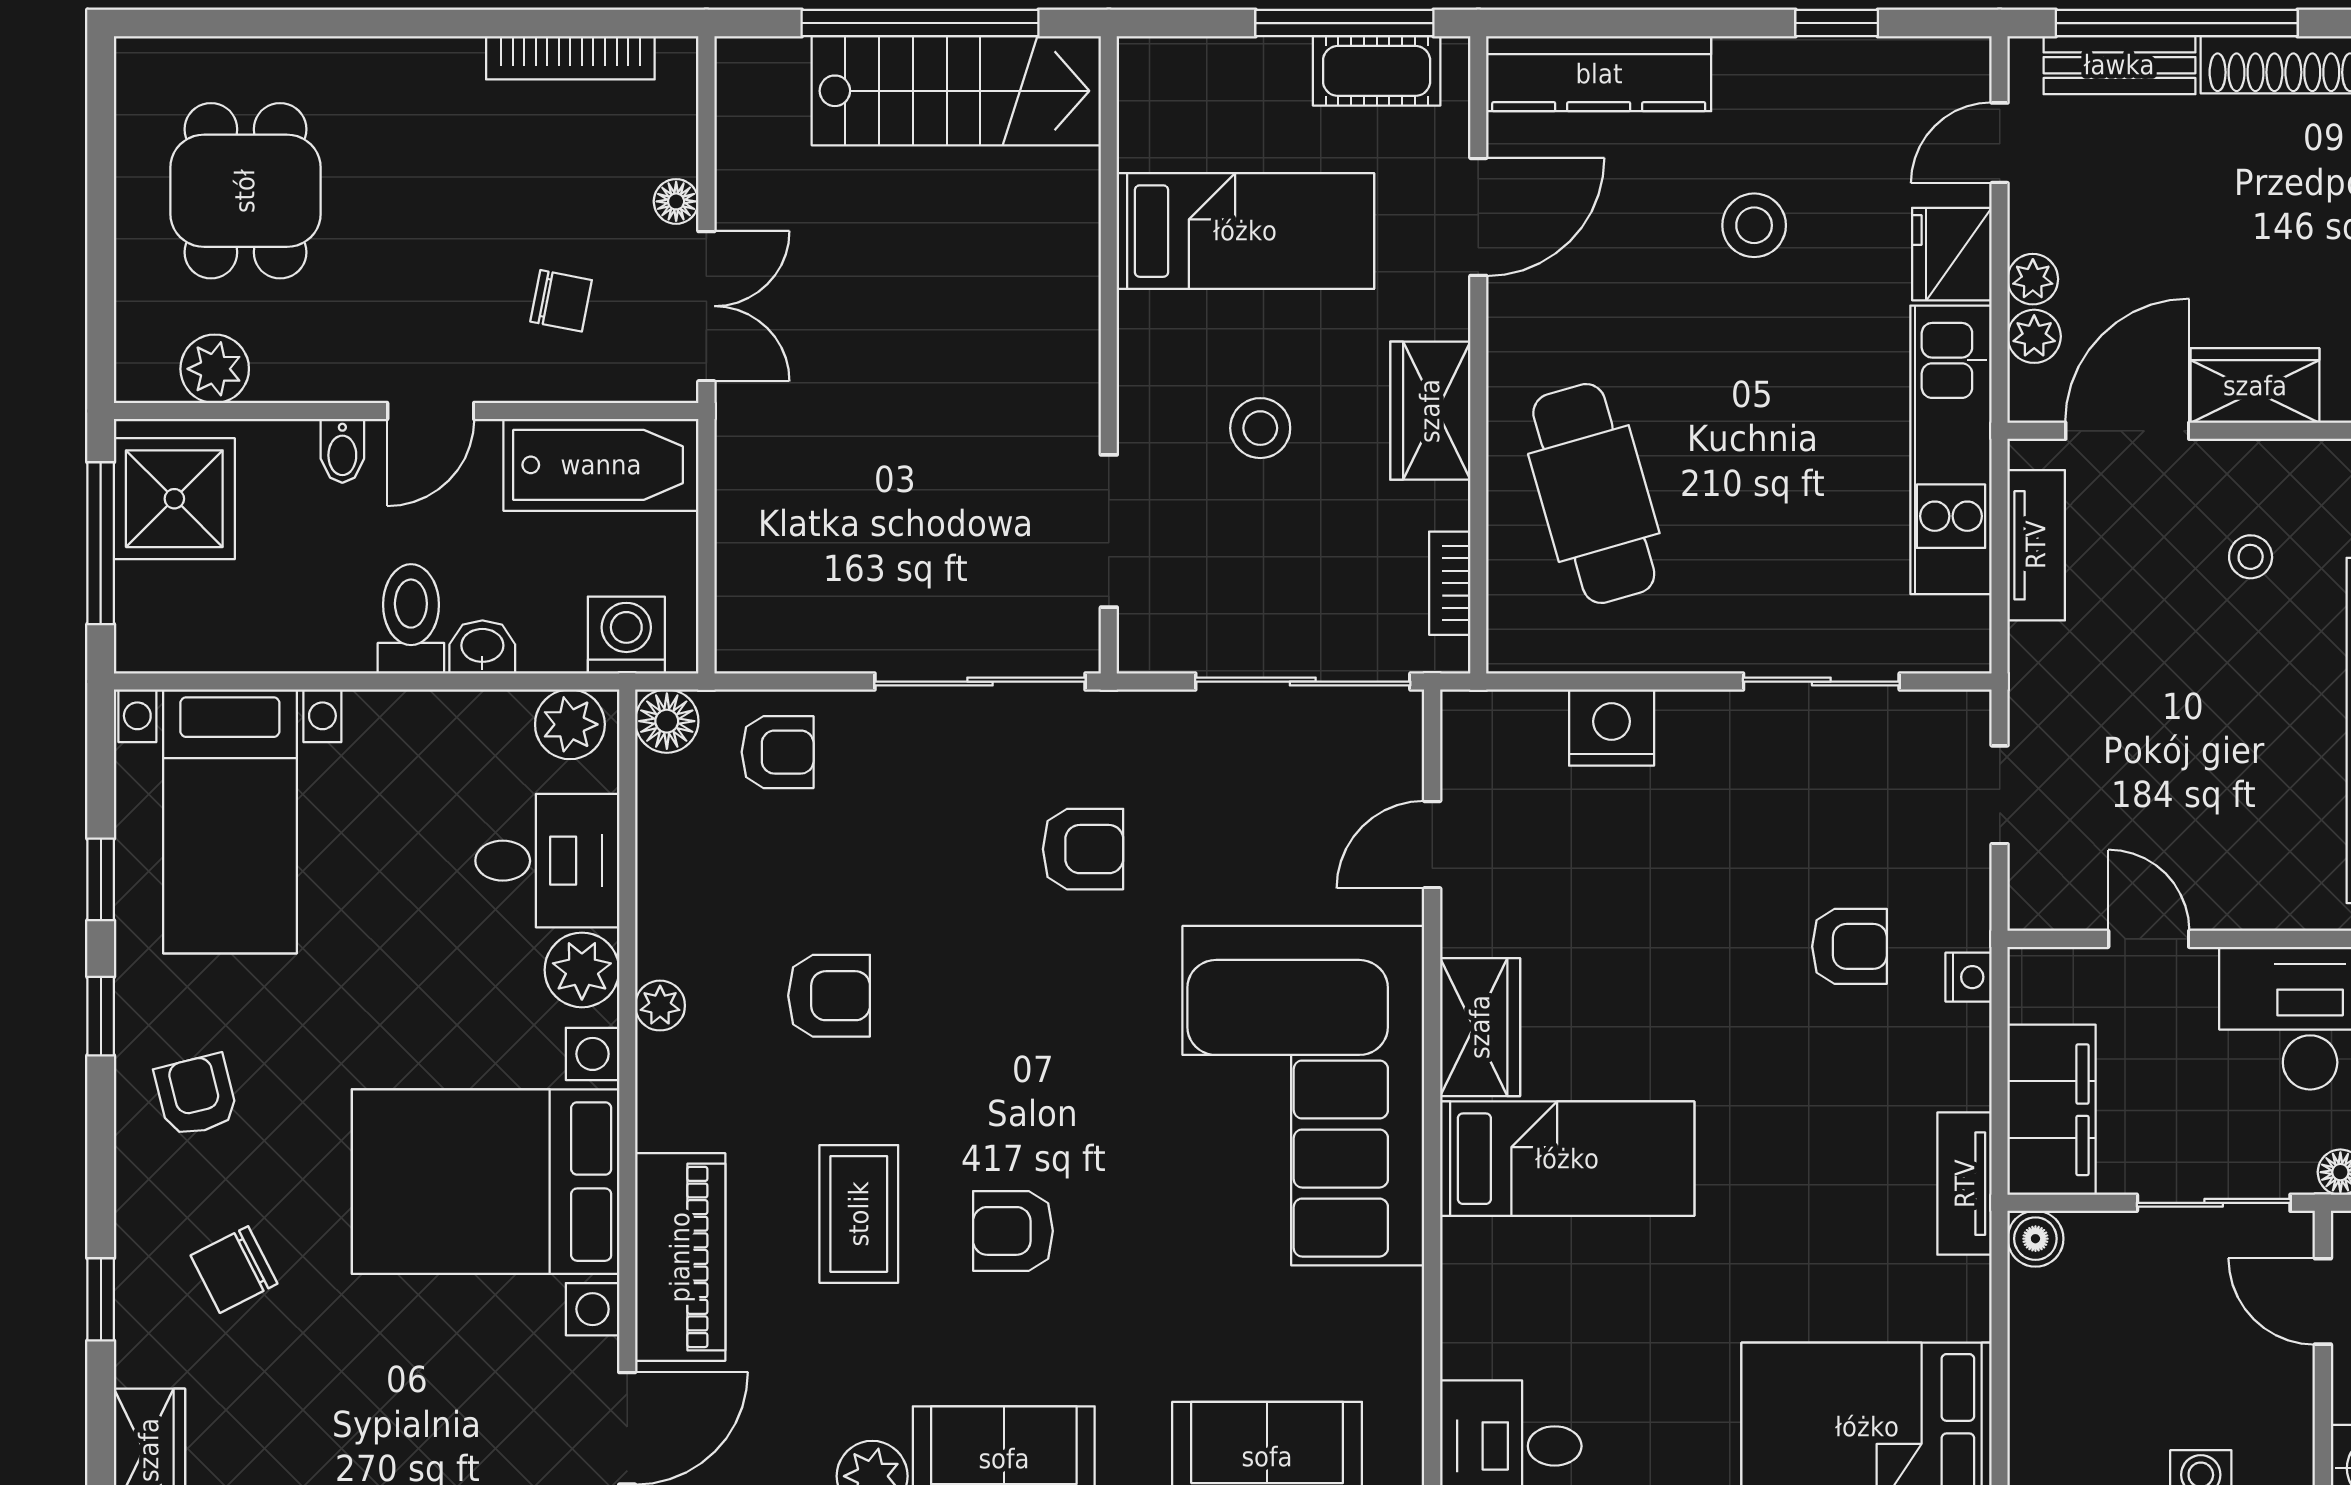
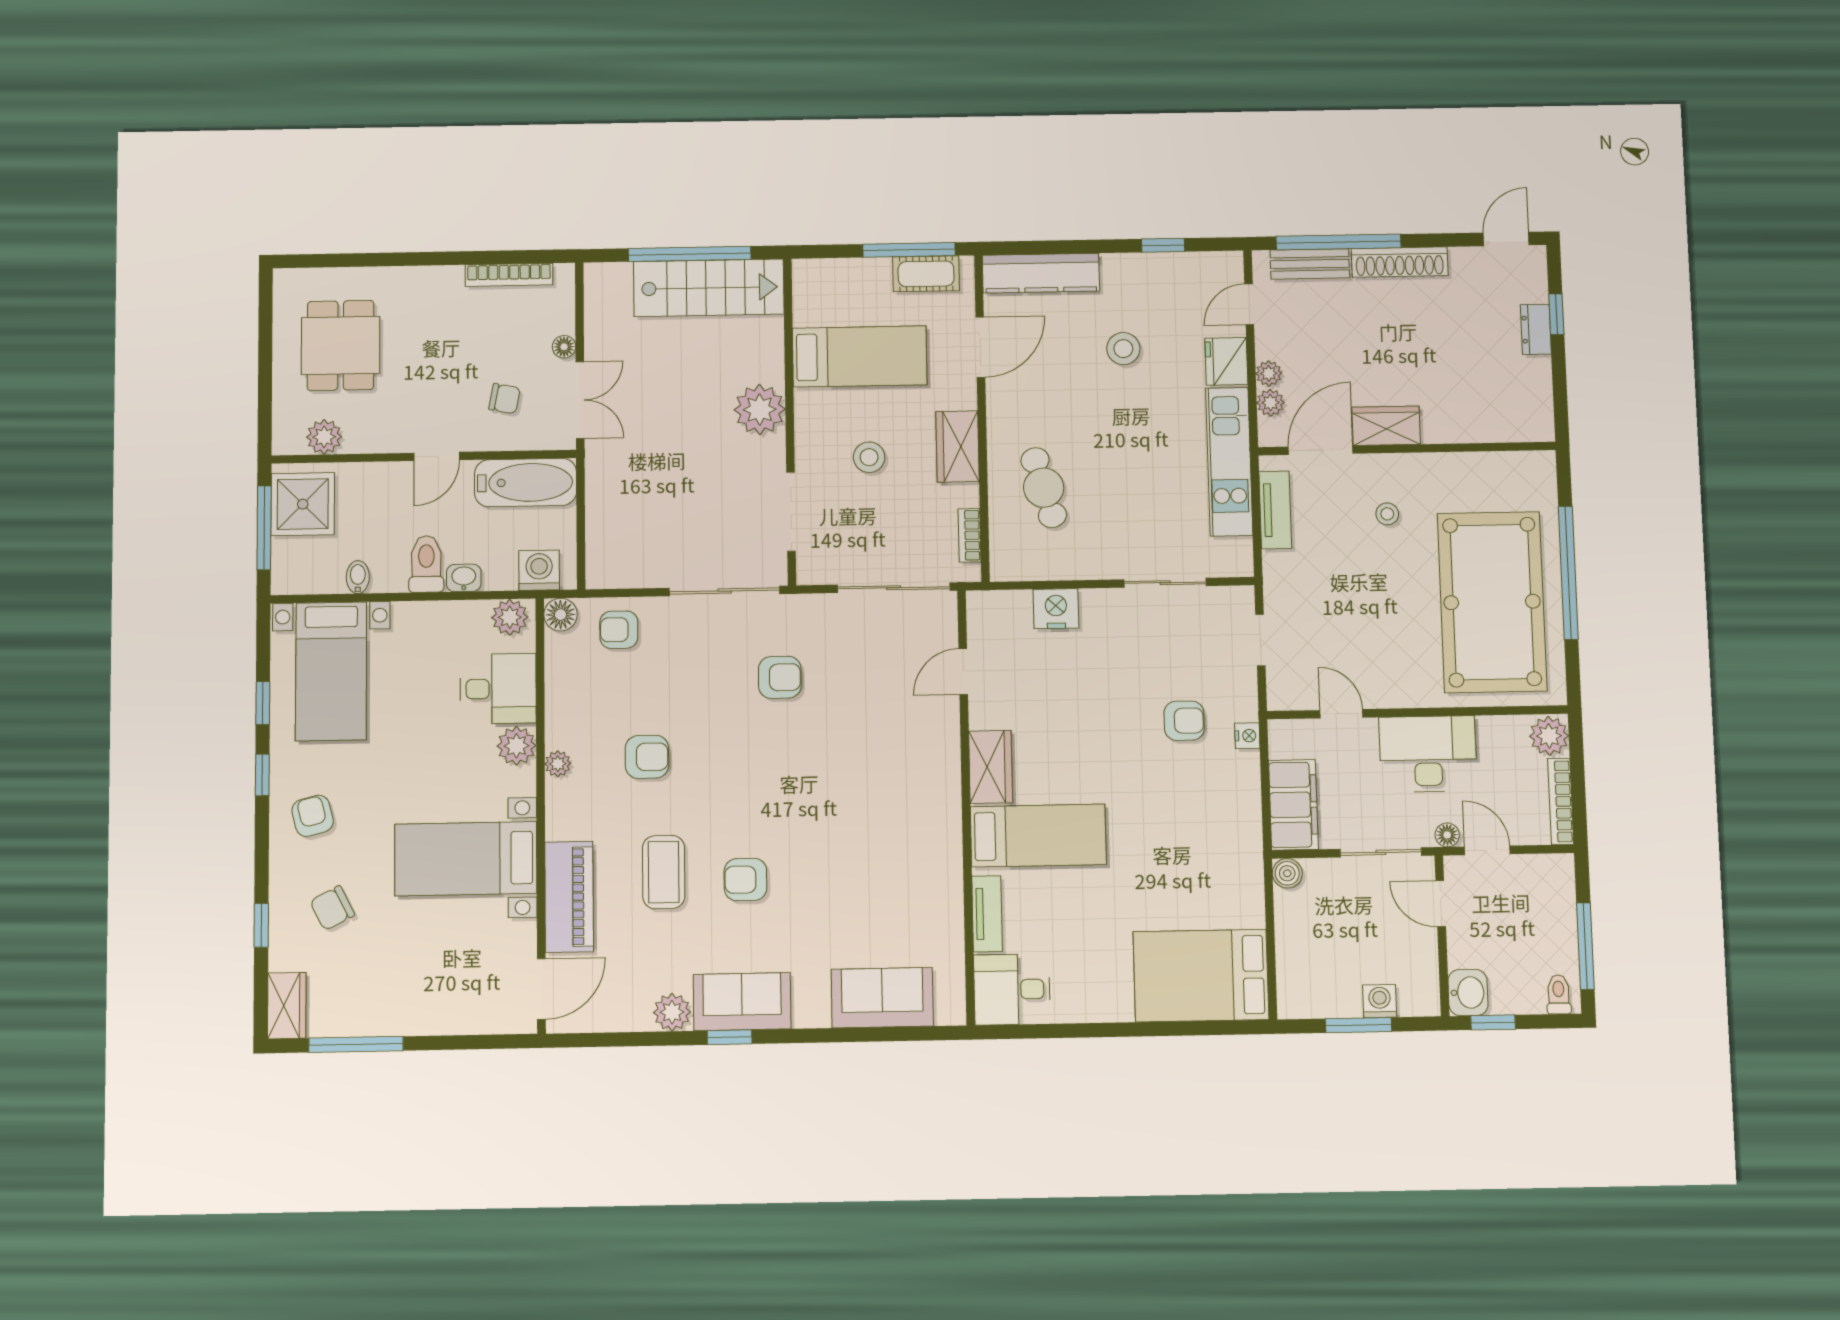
plant: (1051, 331) -> (760, 409), added
bidet: (342, 451) -> (358, 577), moved, turned 180
cafe table: (1594, 494) -> (1044, 488), width x0.73, depth x0.74
armchair: (778, 752) -> (619, 630), turned 180
corner sofa: (1303, 1096) -> (898, 805), removed
bed with nightstands: (486, 1182) -> (466, 859), width x0.73
tv unit: (1965, 1184) -> (987, 914), moved, turned 180

